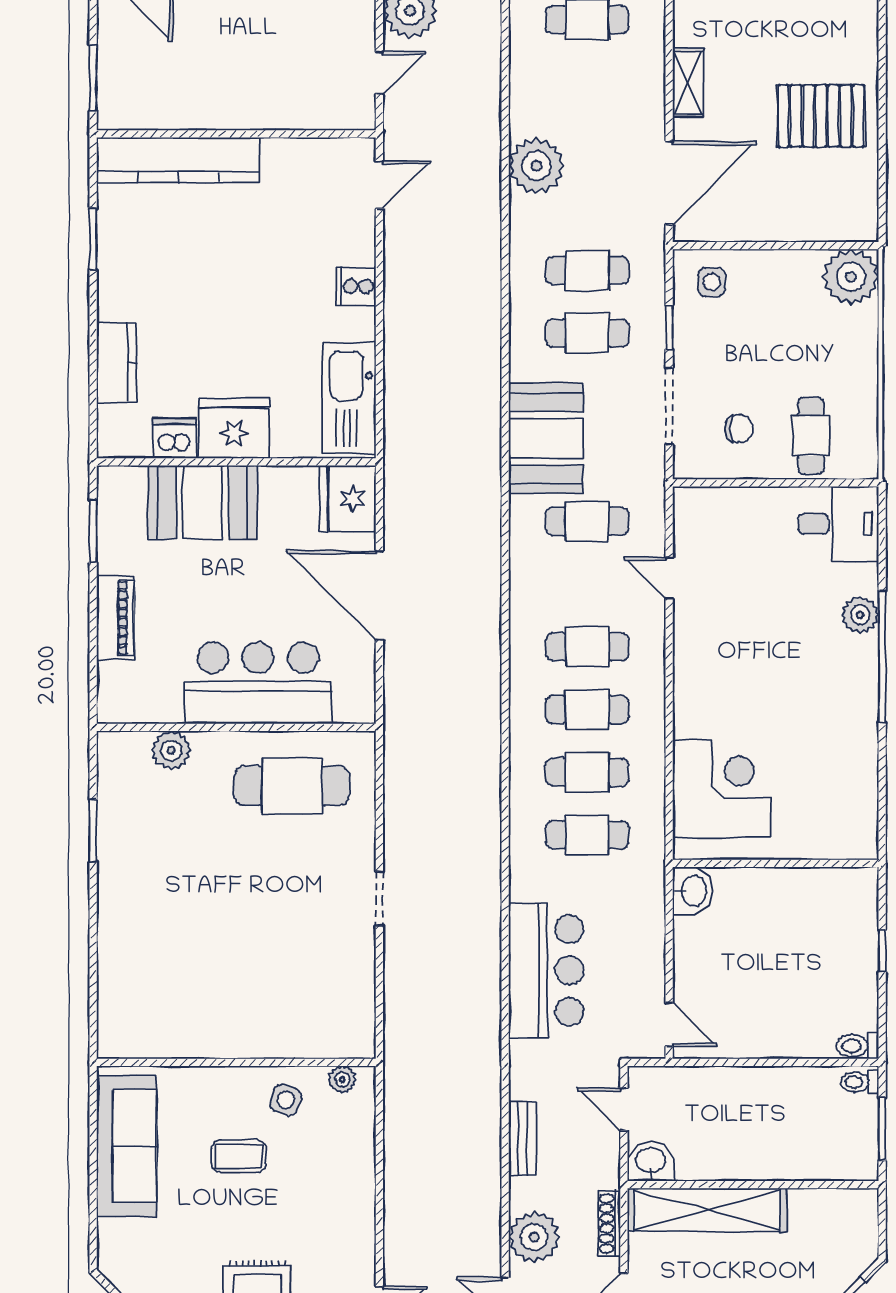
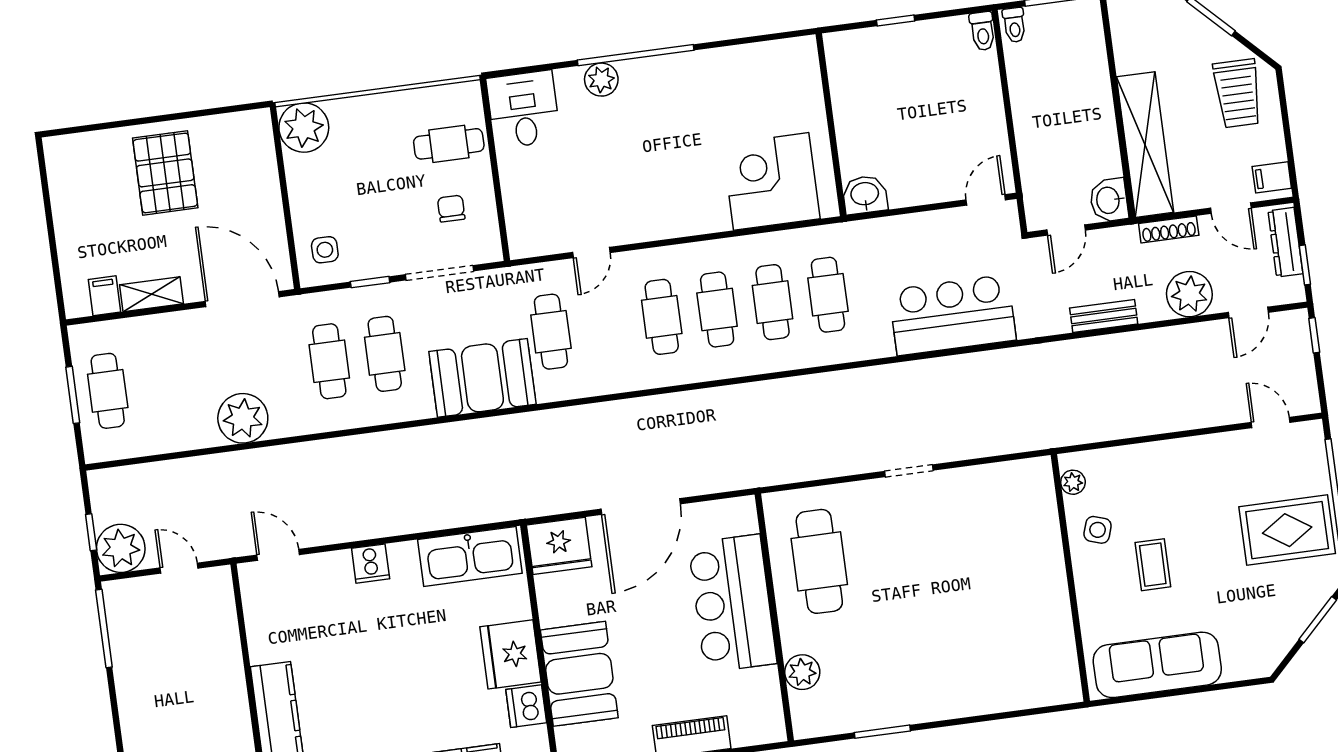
filing cabinet: (693, 30) -> (105, 296), added

